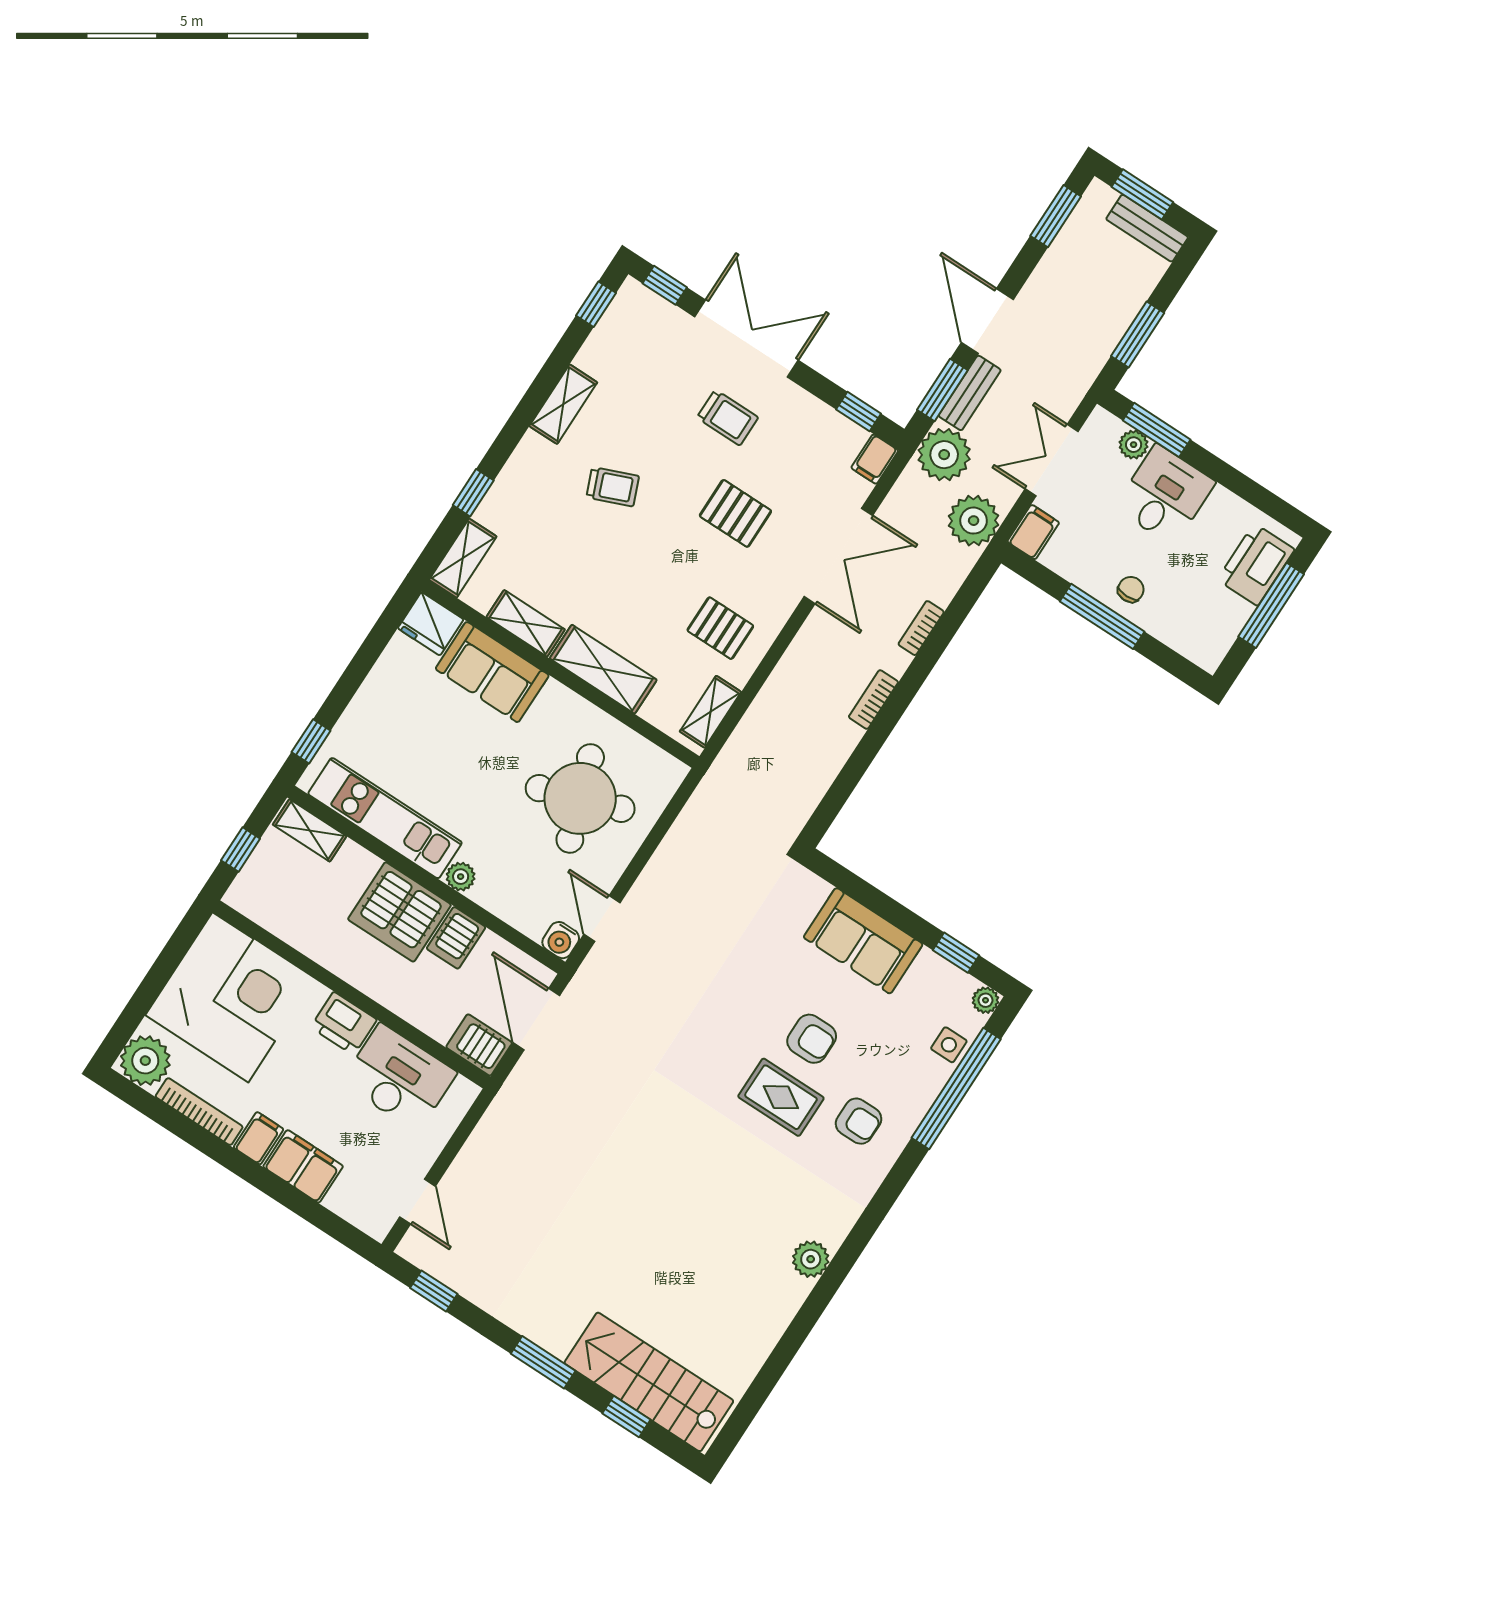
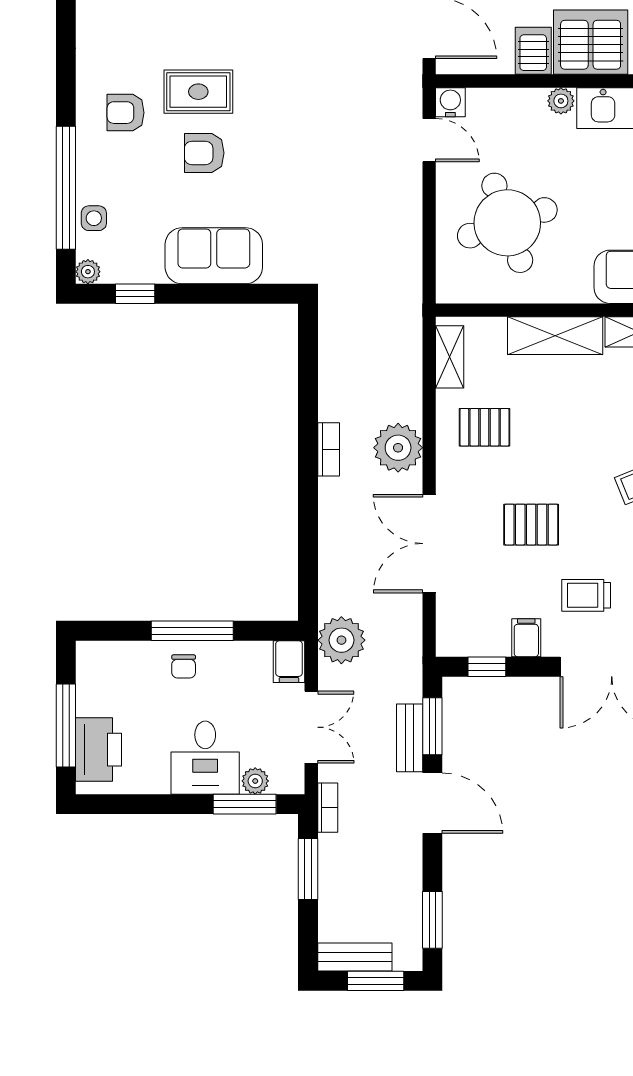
plant: (944, 455) -> (398, 448), moved
filing cabinet: (875, 459) -> (526, 638), moved
bookcase: (921, 628) -> (328, 808), moved

